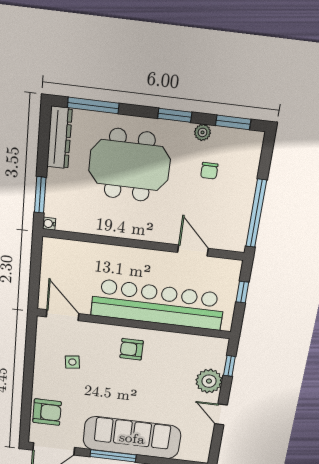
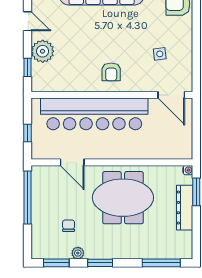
dresser: (59, 138) -> (185, 208), moved
meeting table: (129, 165) -> (123, 198), moved
armchair: (132, 349) -> (111, 72), turned 90

